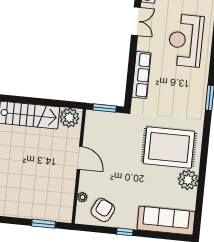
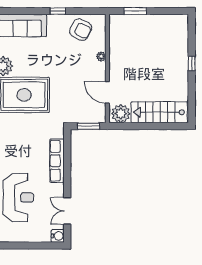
door: (80, 158) -> (107, 92), moved
plant: (82, 197) -> (101, 57), moved
armchair: (103, 210) -> (81, 30), turned -89

